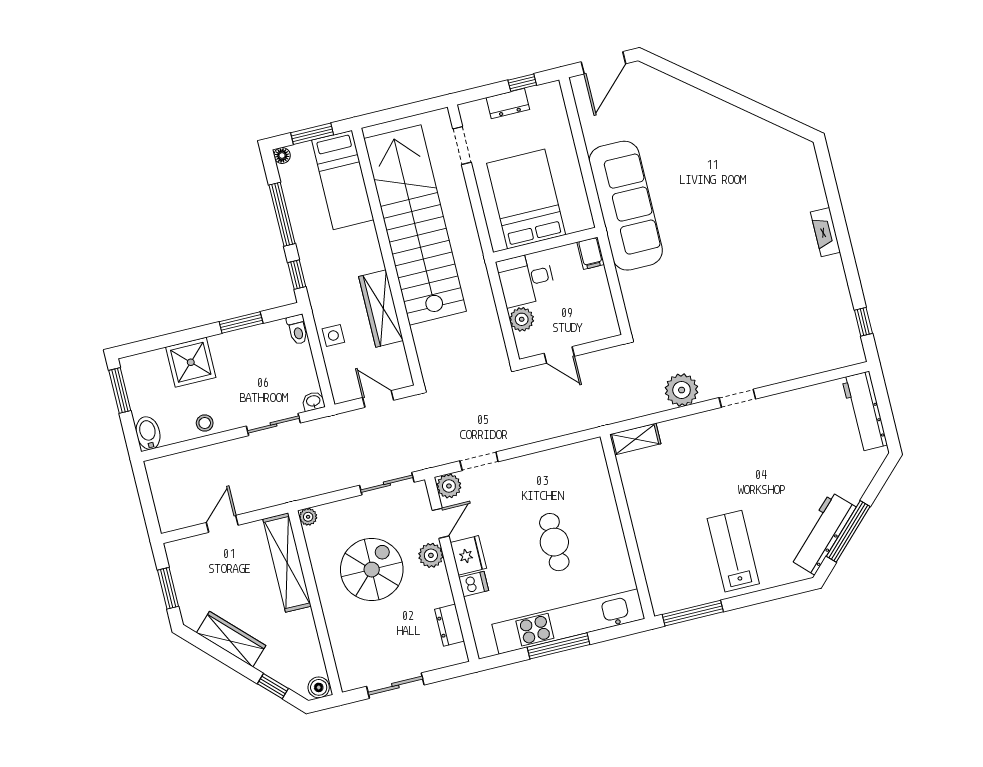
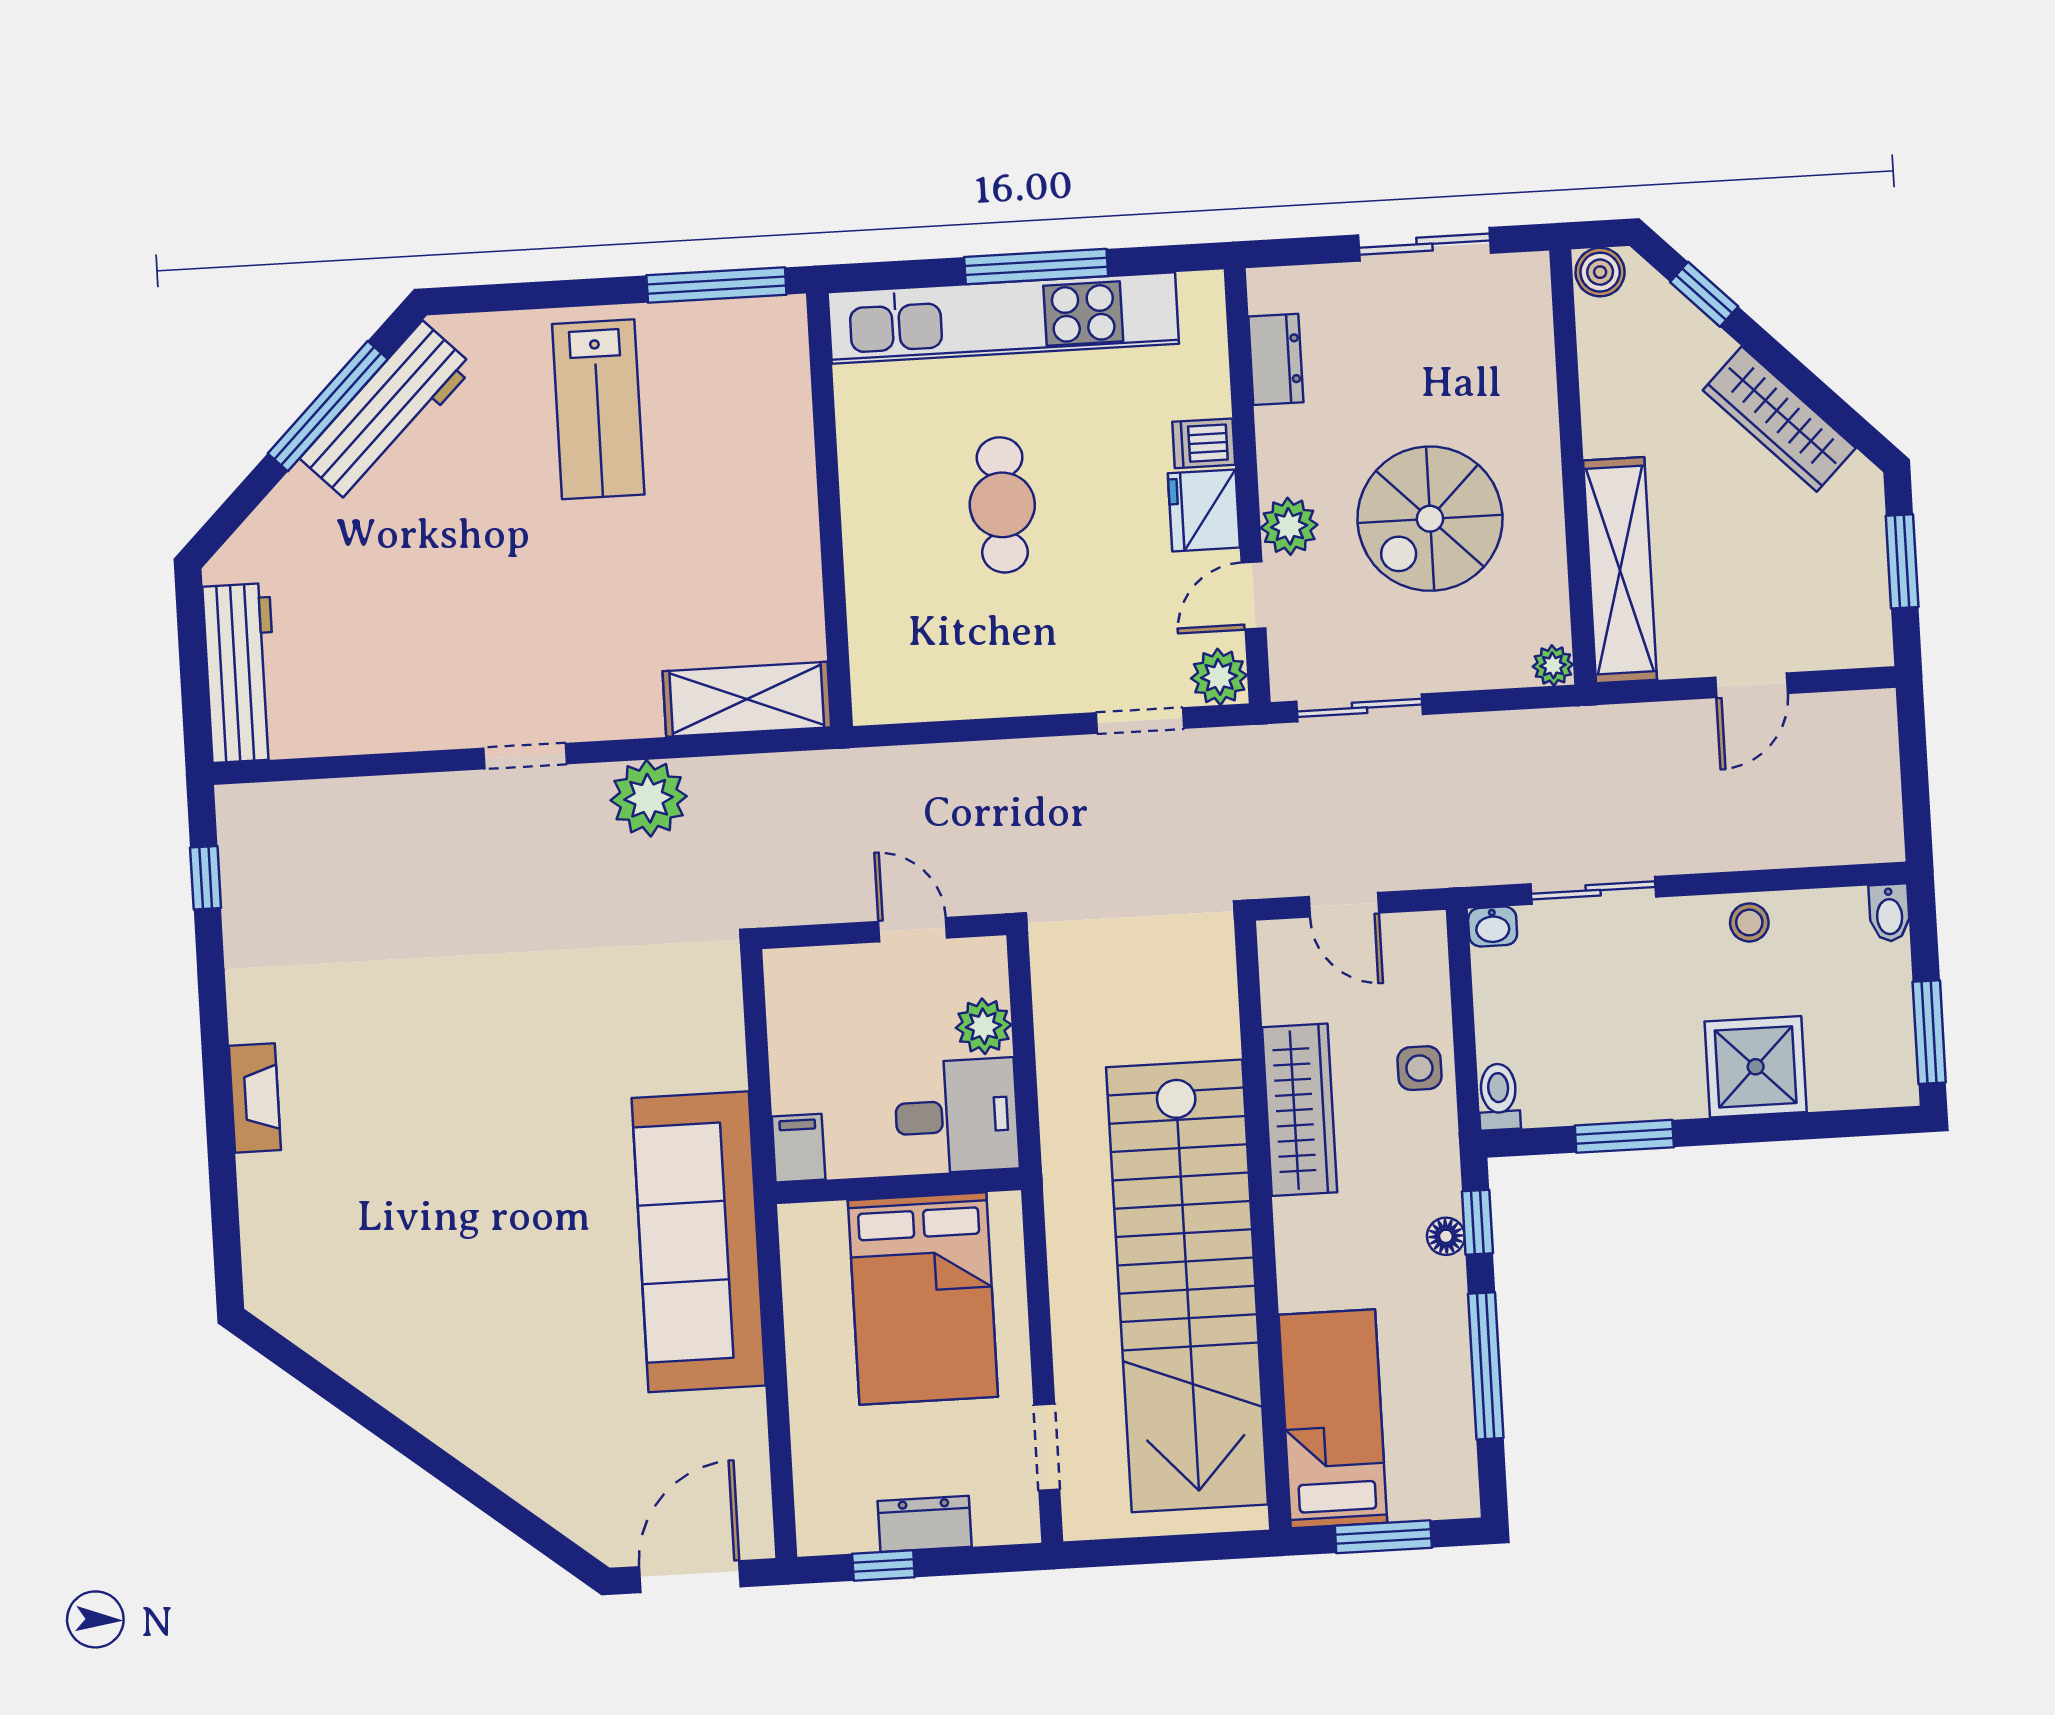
floor lamp: (282, 155) -> (1446, 1236), moved
bidet: (148, 433) -> (1889, 913), width x0.72, depth x0.74
shelving: (635, 439) -> (747, 699), width x1.50, depth x1.33

